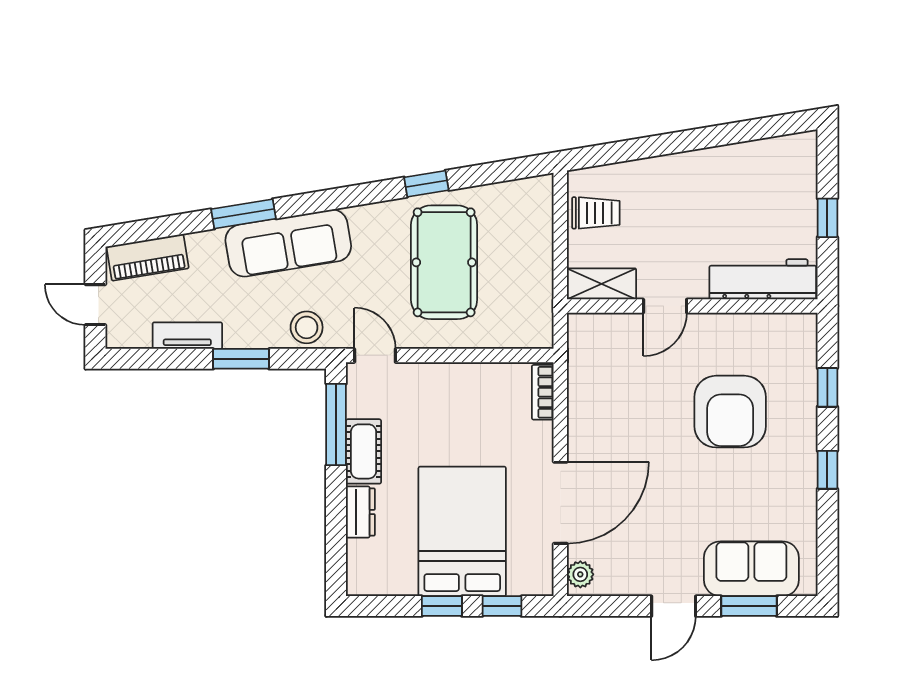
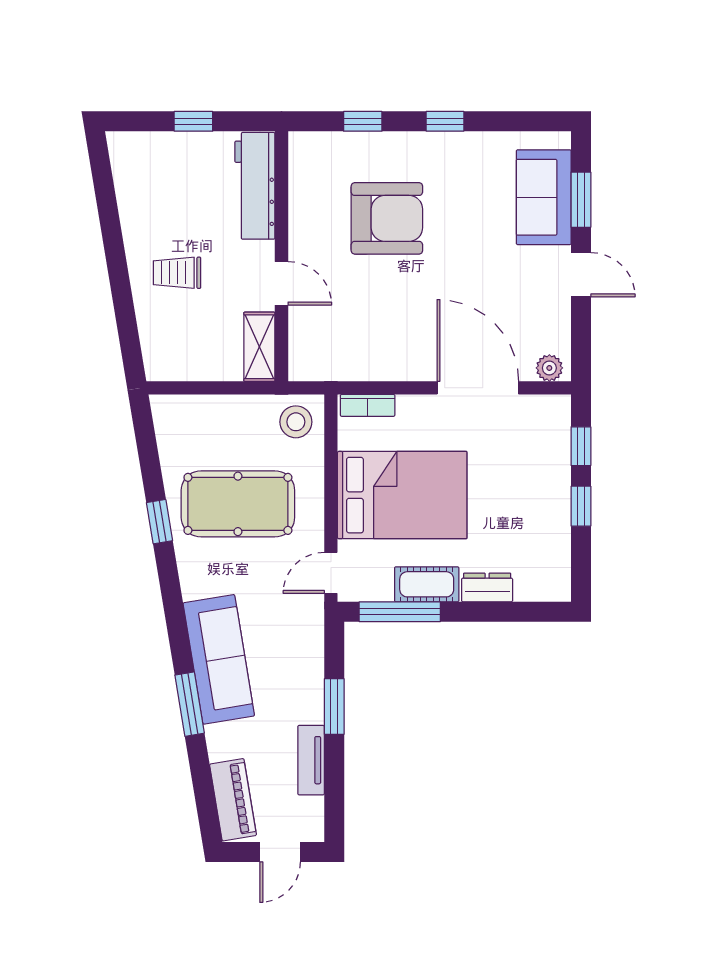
trolley: (596, 213) -> (177, 273), moved, turned -90
stool: (307, 327) -> (296, 422), moved
bed: (462, 531) -> (402, 495), moved, turned 180

